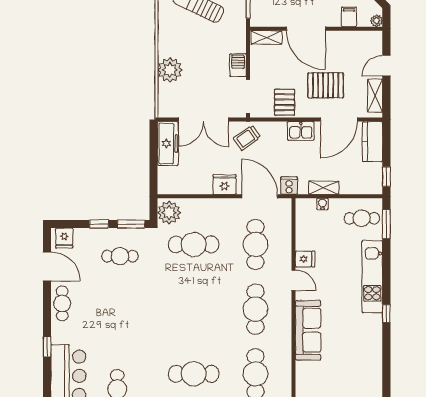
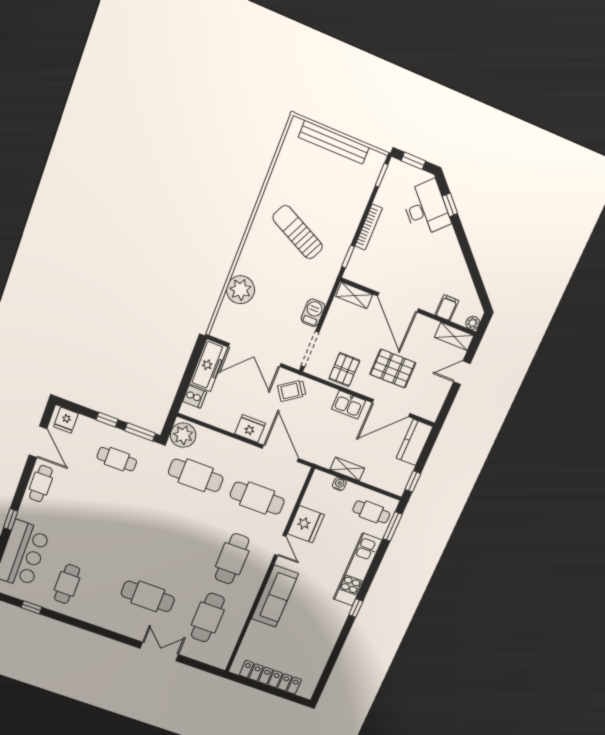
shelving: (375, 96) -> (454, 336), moved, turned 90
cooker: (289, 186) -> (195, 397), moved, turned 90
cafe table: (255, 244) -> (257, 498), turned 90
fridge: (305, 259) -> (306, 524), width x1.88, depth x1.34

